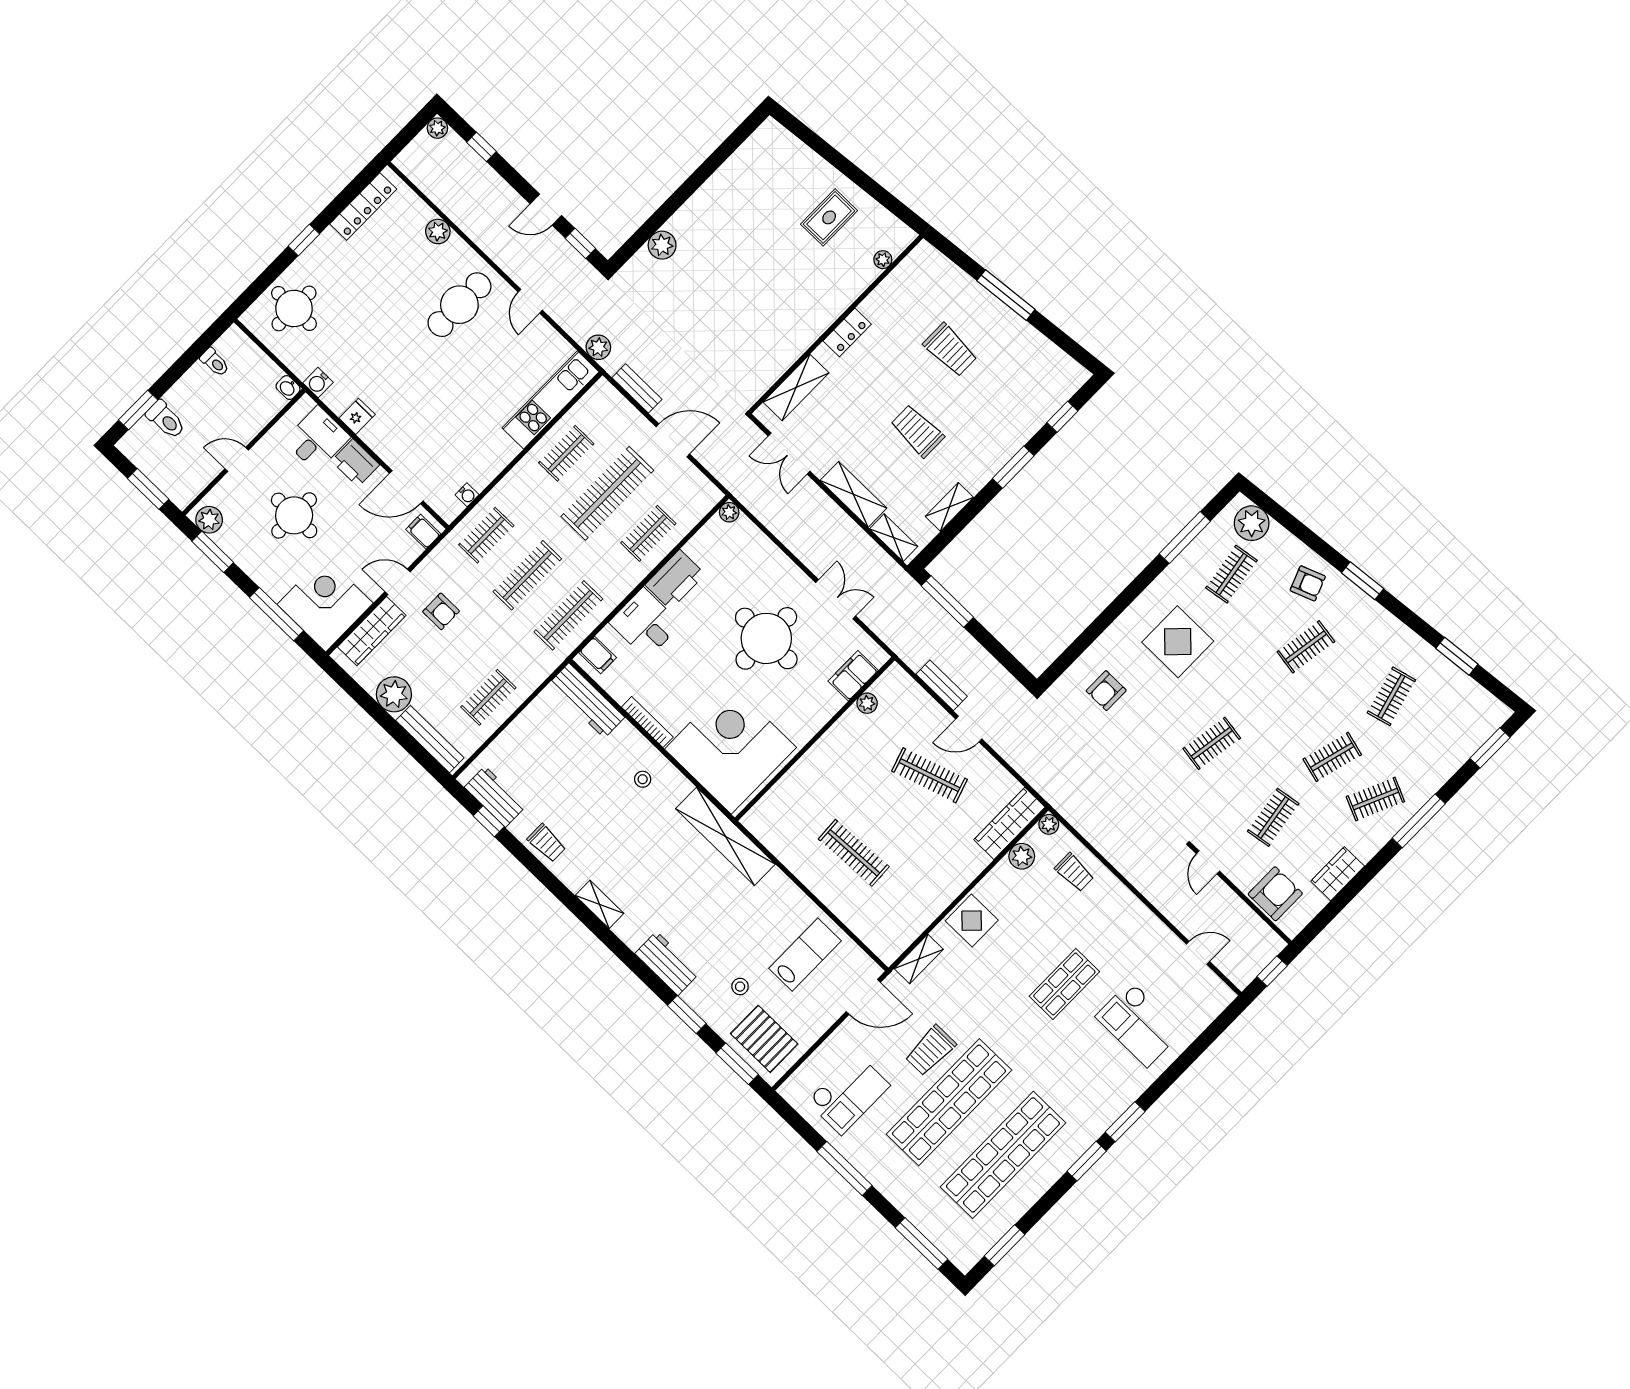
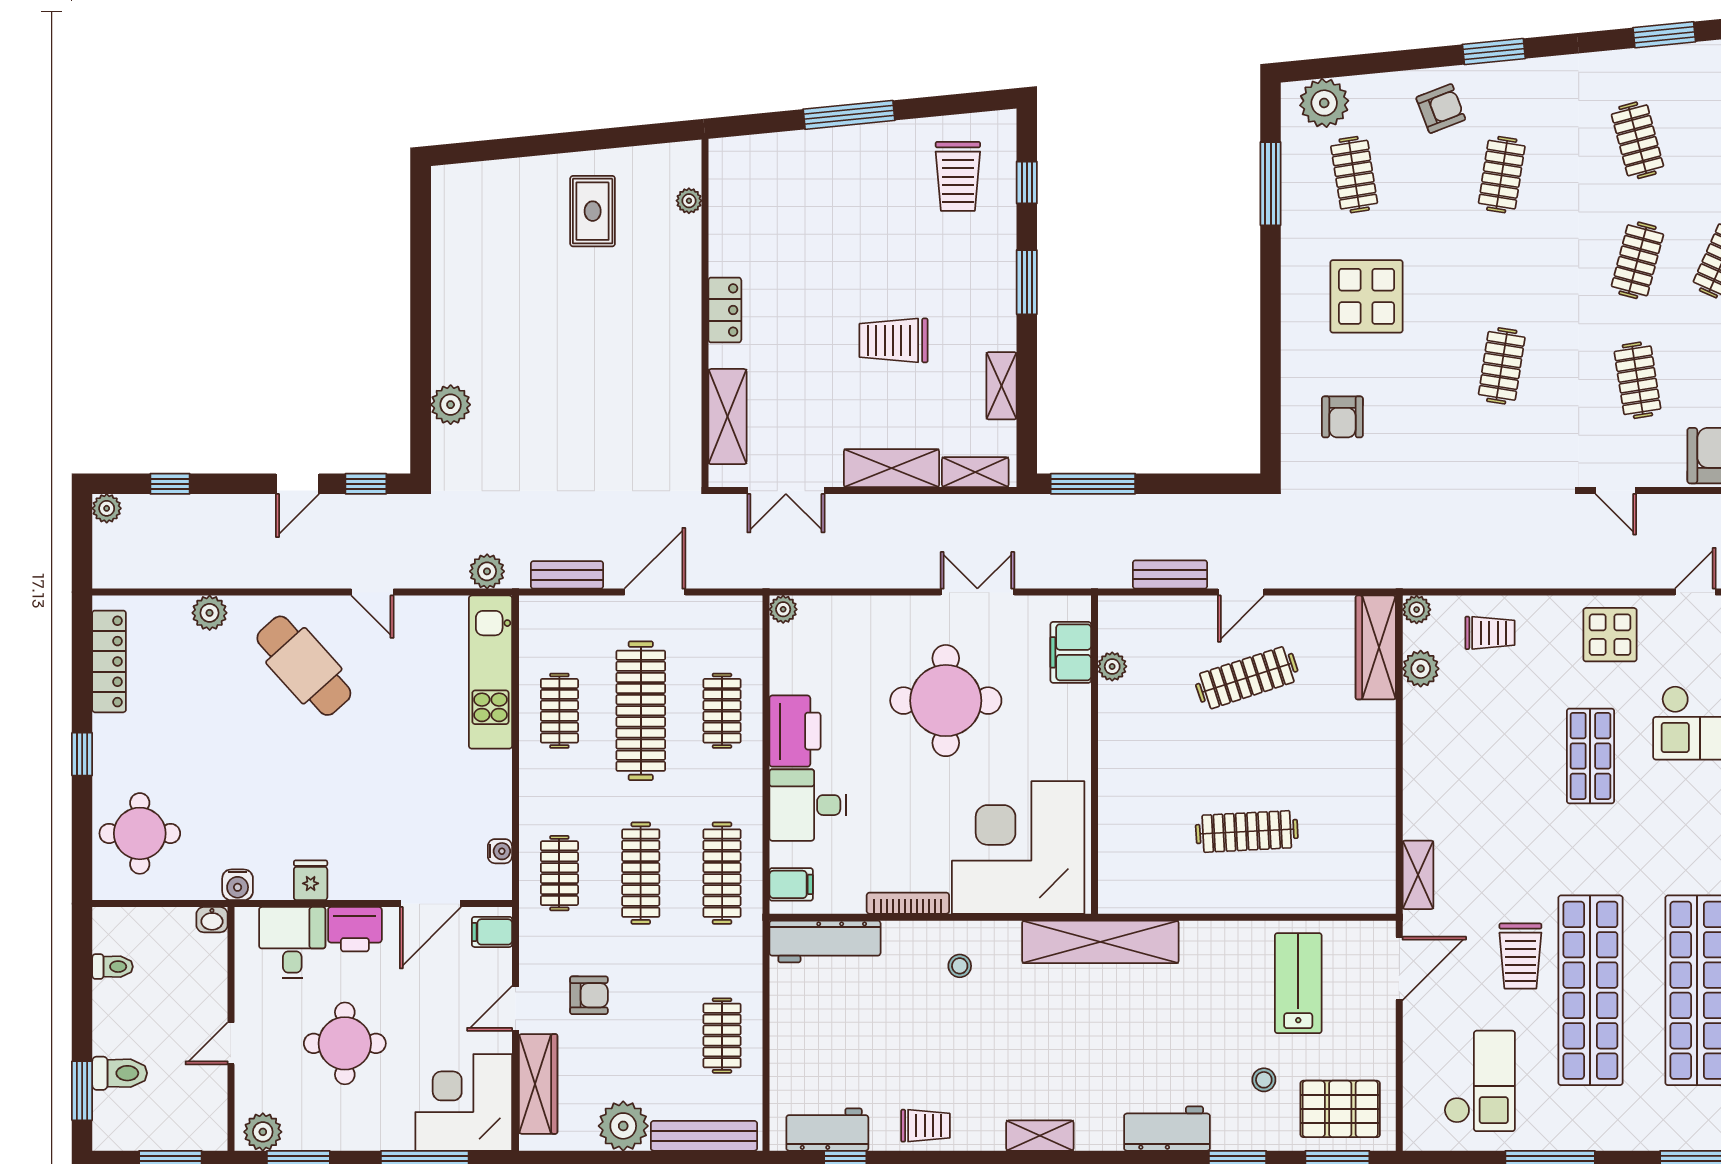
cafe table: (459, 305) -> (304, 666), turned -42
trolley: (950, 350) -> (958, 176), moved, turned 90
display table: (972, 921) -> (1610, 635), moved

